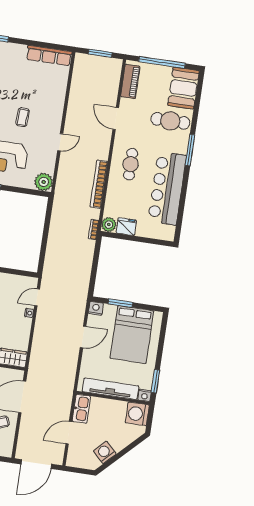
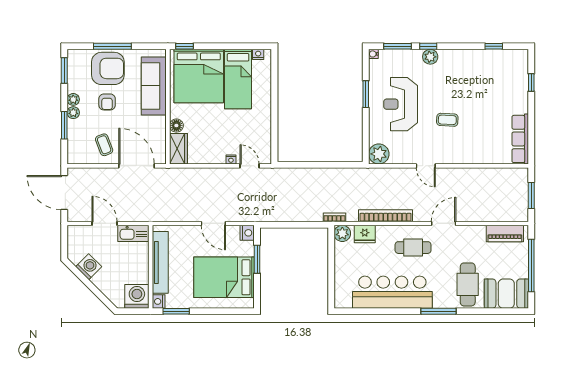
door: (116, 119) -> (444, 223), moved
fridge: (126, 227) -> (365, 234), moved, turned 90

